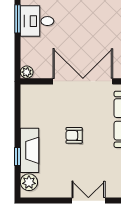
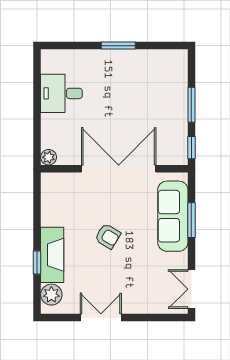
window: (17, 19) -> (37, 91), removed
armchair: (74, 135) -> (108, 236), turned -149
double door: (88, 201) -> (101, 318), moved

